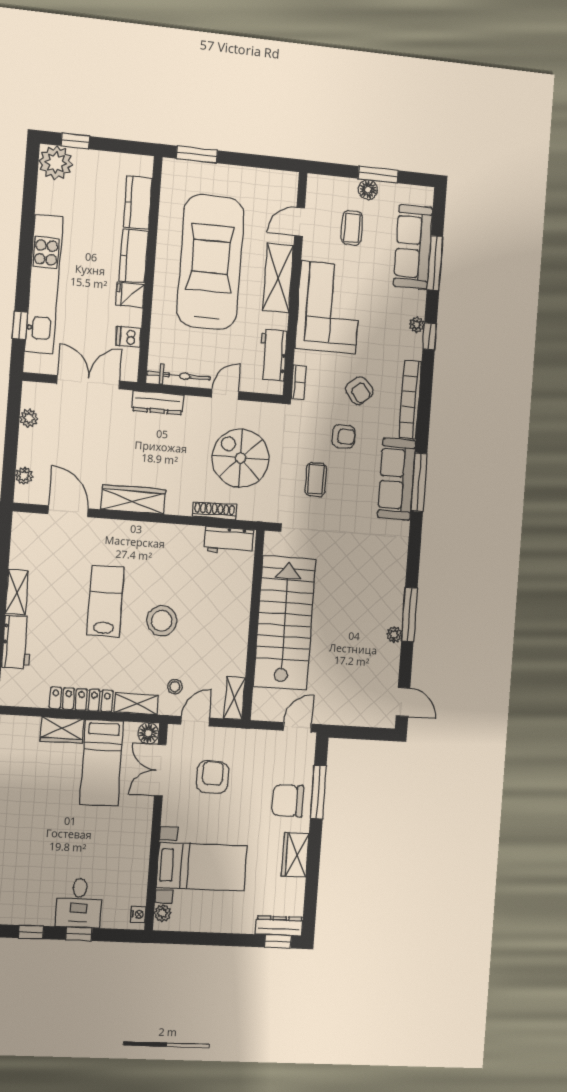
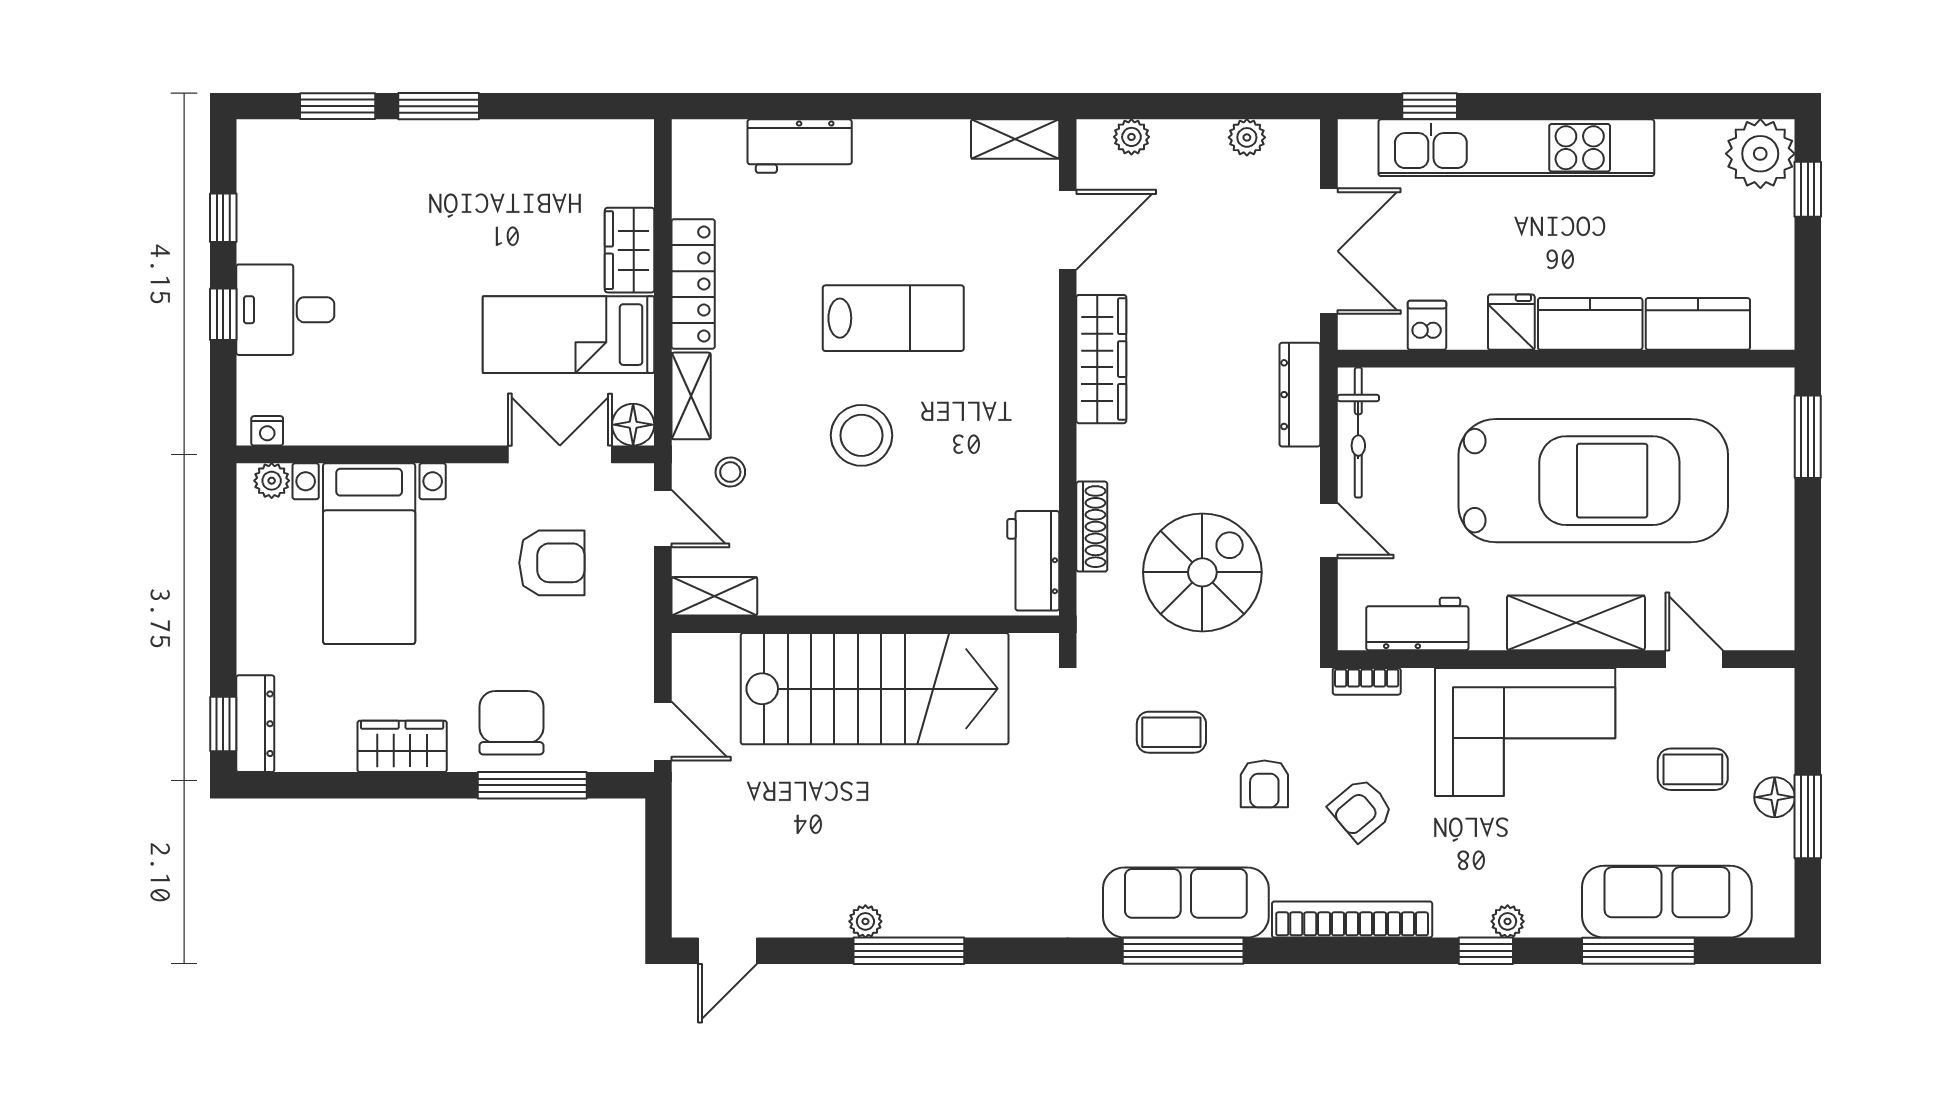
shelving: (17, 592) -> (1015, 139), moved

